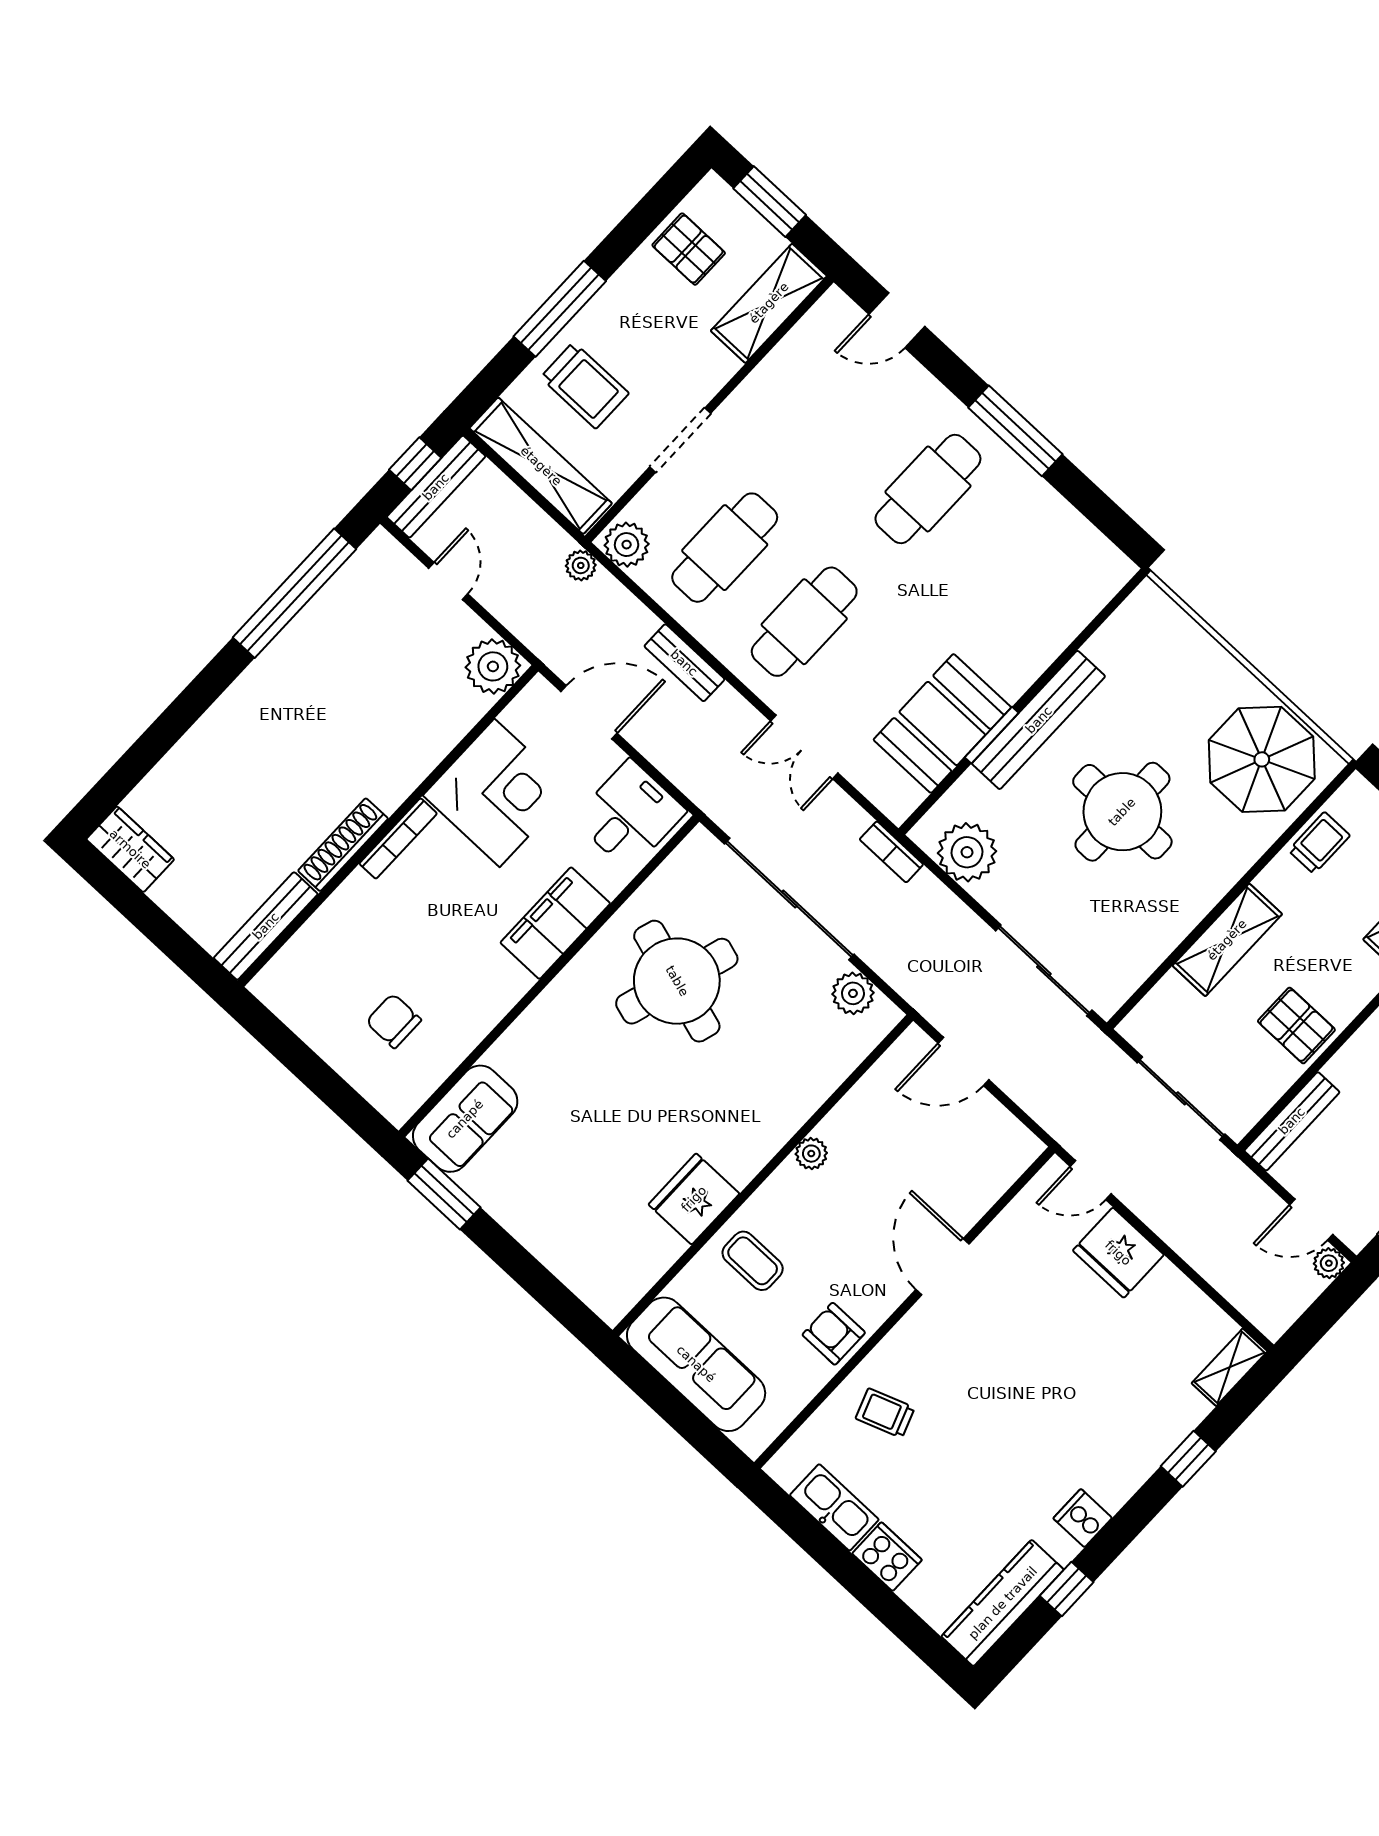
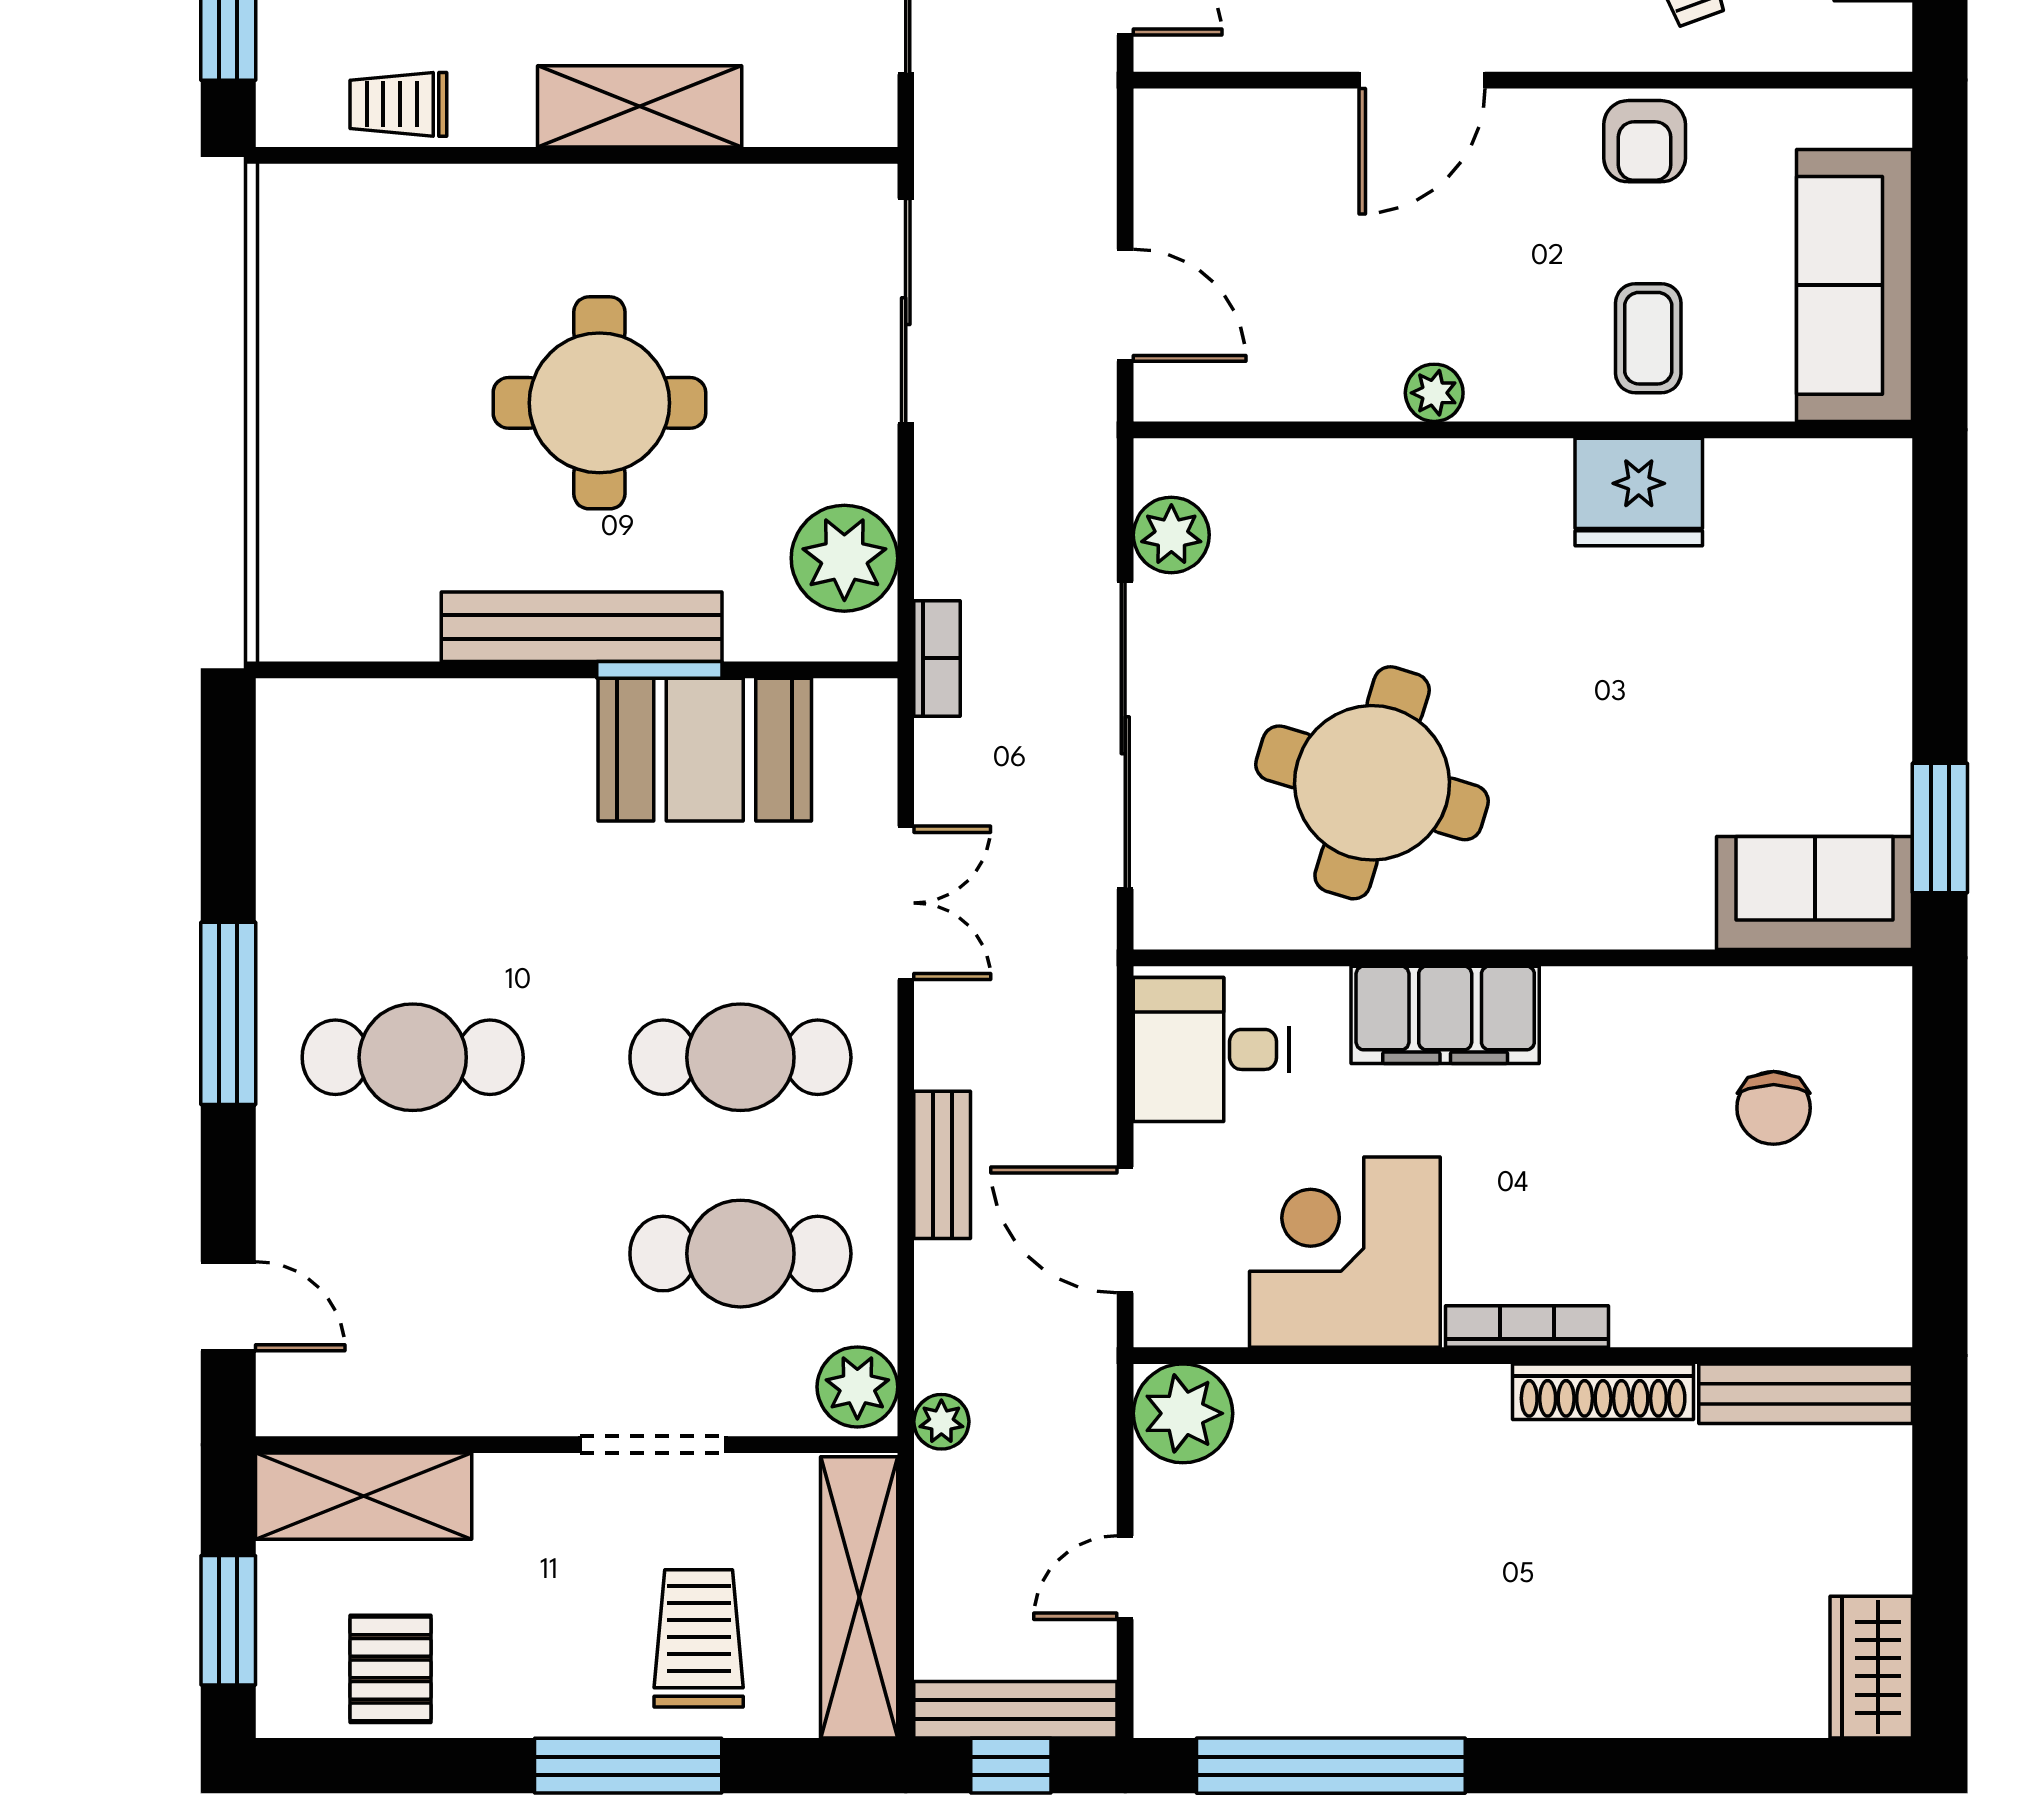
parasol: (1262, 759) -> (359, 283), removed

